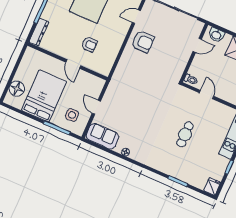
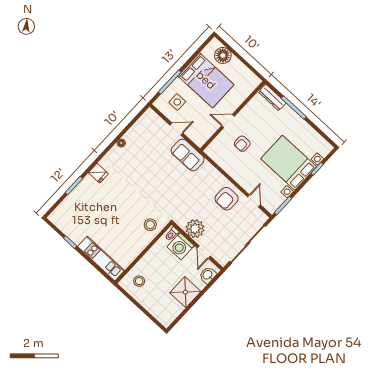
plant: (179, 60) -> (195, 229), added
washing machine: (199, 68) -> (181, 246), added
door: (207, 95) -> (151, 244), removed
stool: (189, 101) -> (150, 225), added
cafe table: (185, 134) -> (119, 209), removed
sofa: (102, 136) -> (188, 155), moved, turned 90
fridge: (212, 186) -> (98, 173), moved

